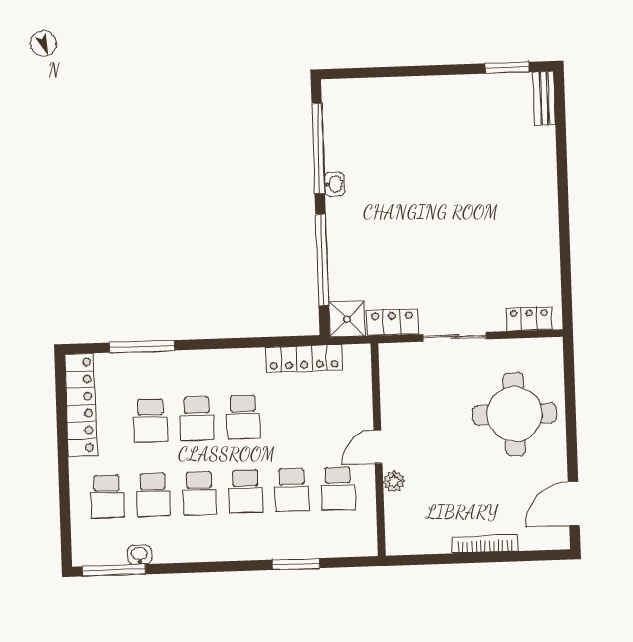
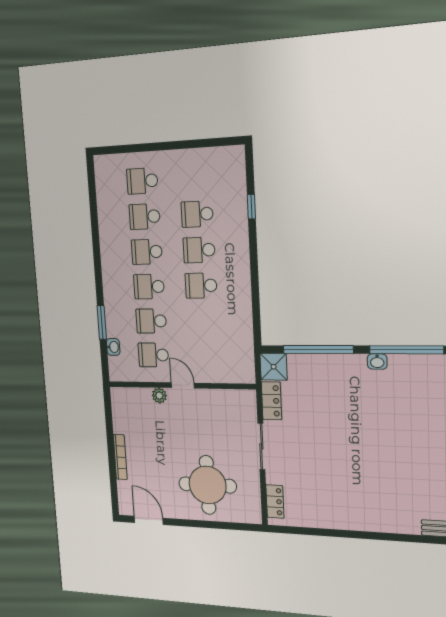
window: (142, 346) -> (251, 207), width x0.46
locker: (304, 358) -> (244, 333), removed
locker: (81, 405) -> (207, 159), removed
washbasin: (140, 555) -> (113, 347), moved
window: (114, 570) -> (92, 187), removed

